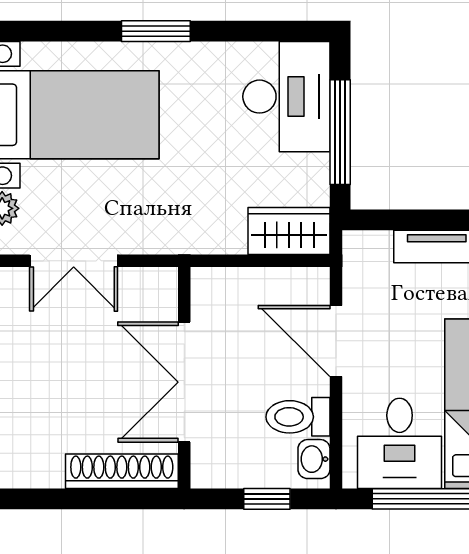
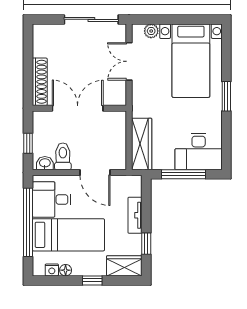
wardrobe: (289, 231) -> (142, 144), width x1.50
door: (336, 341) -> (95, 173), swing flipped

